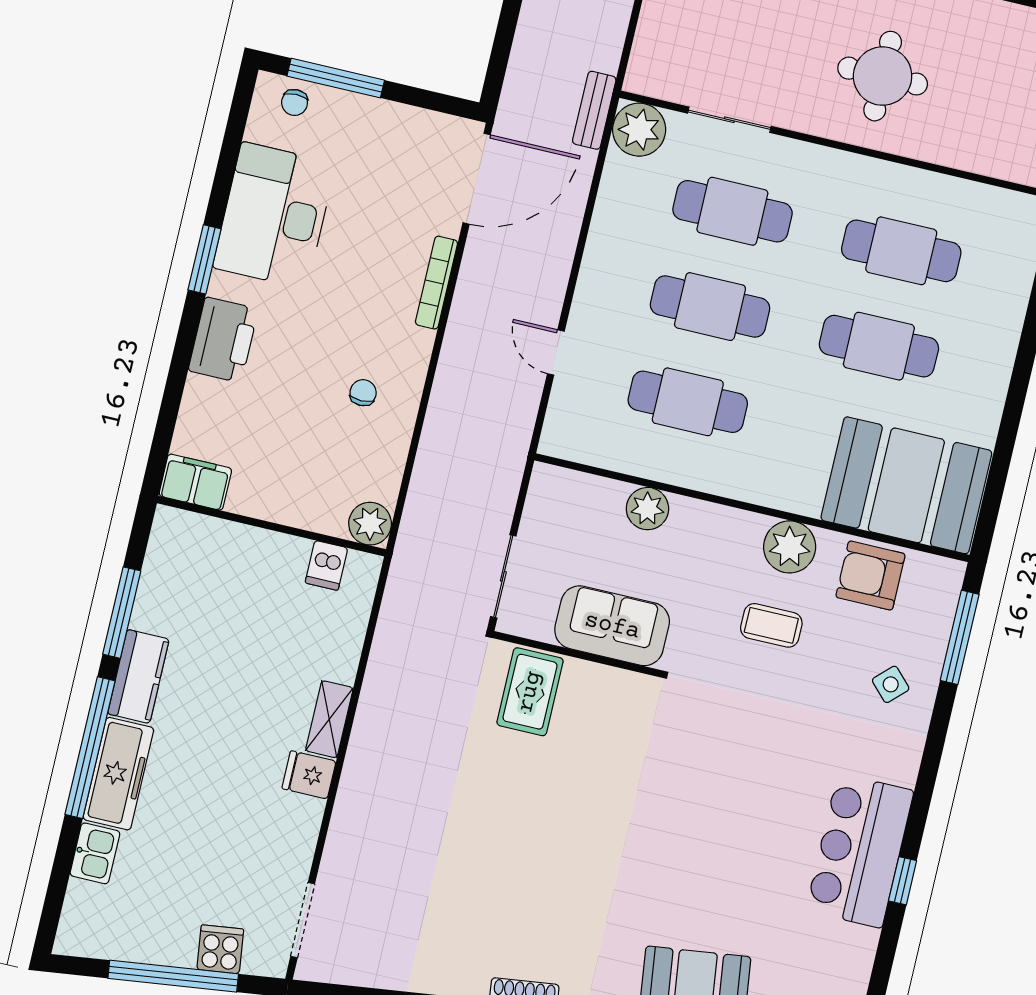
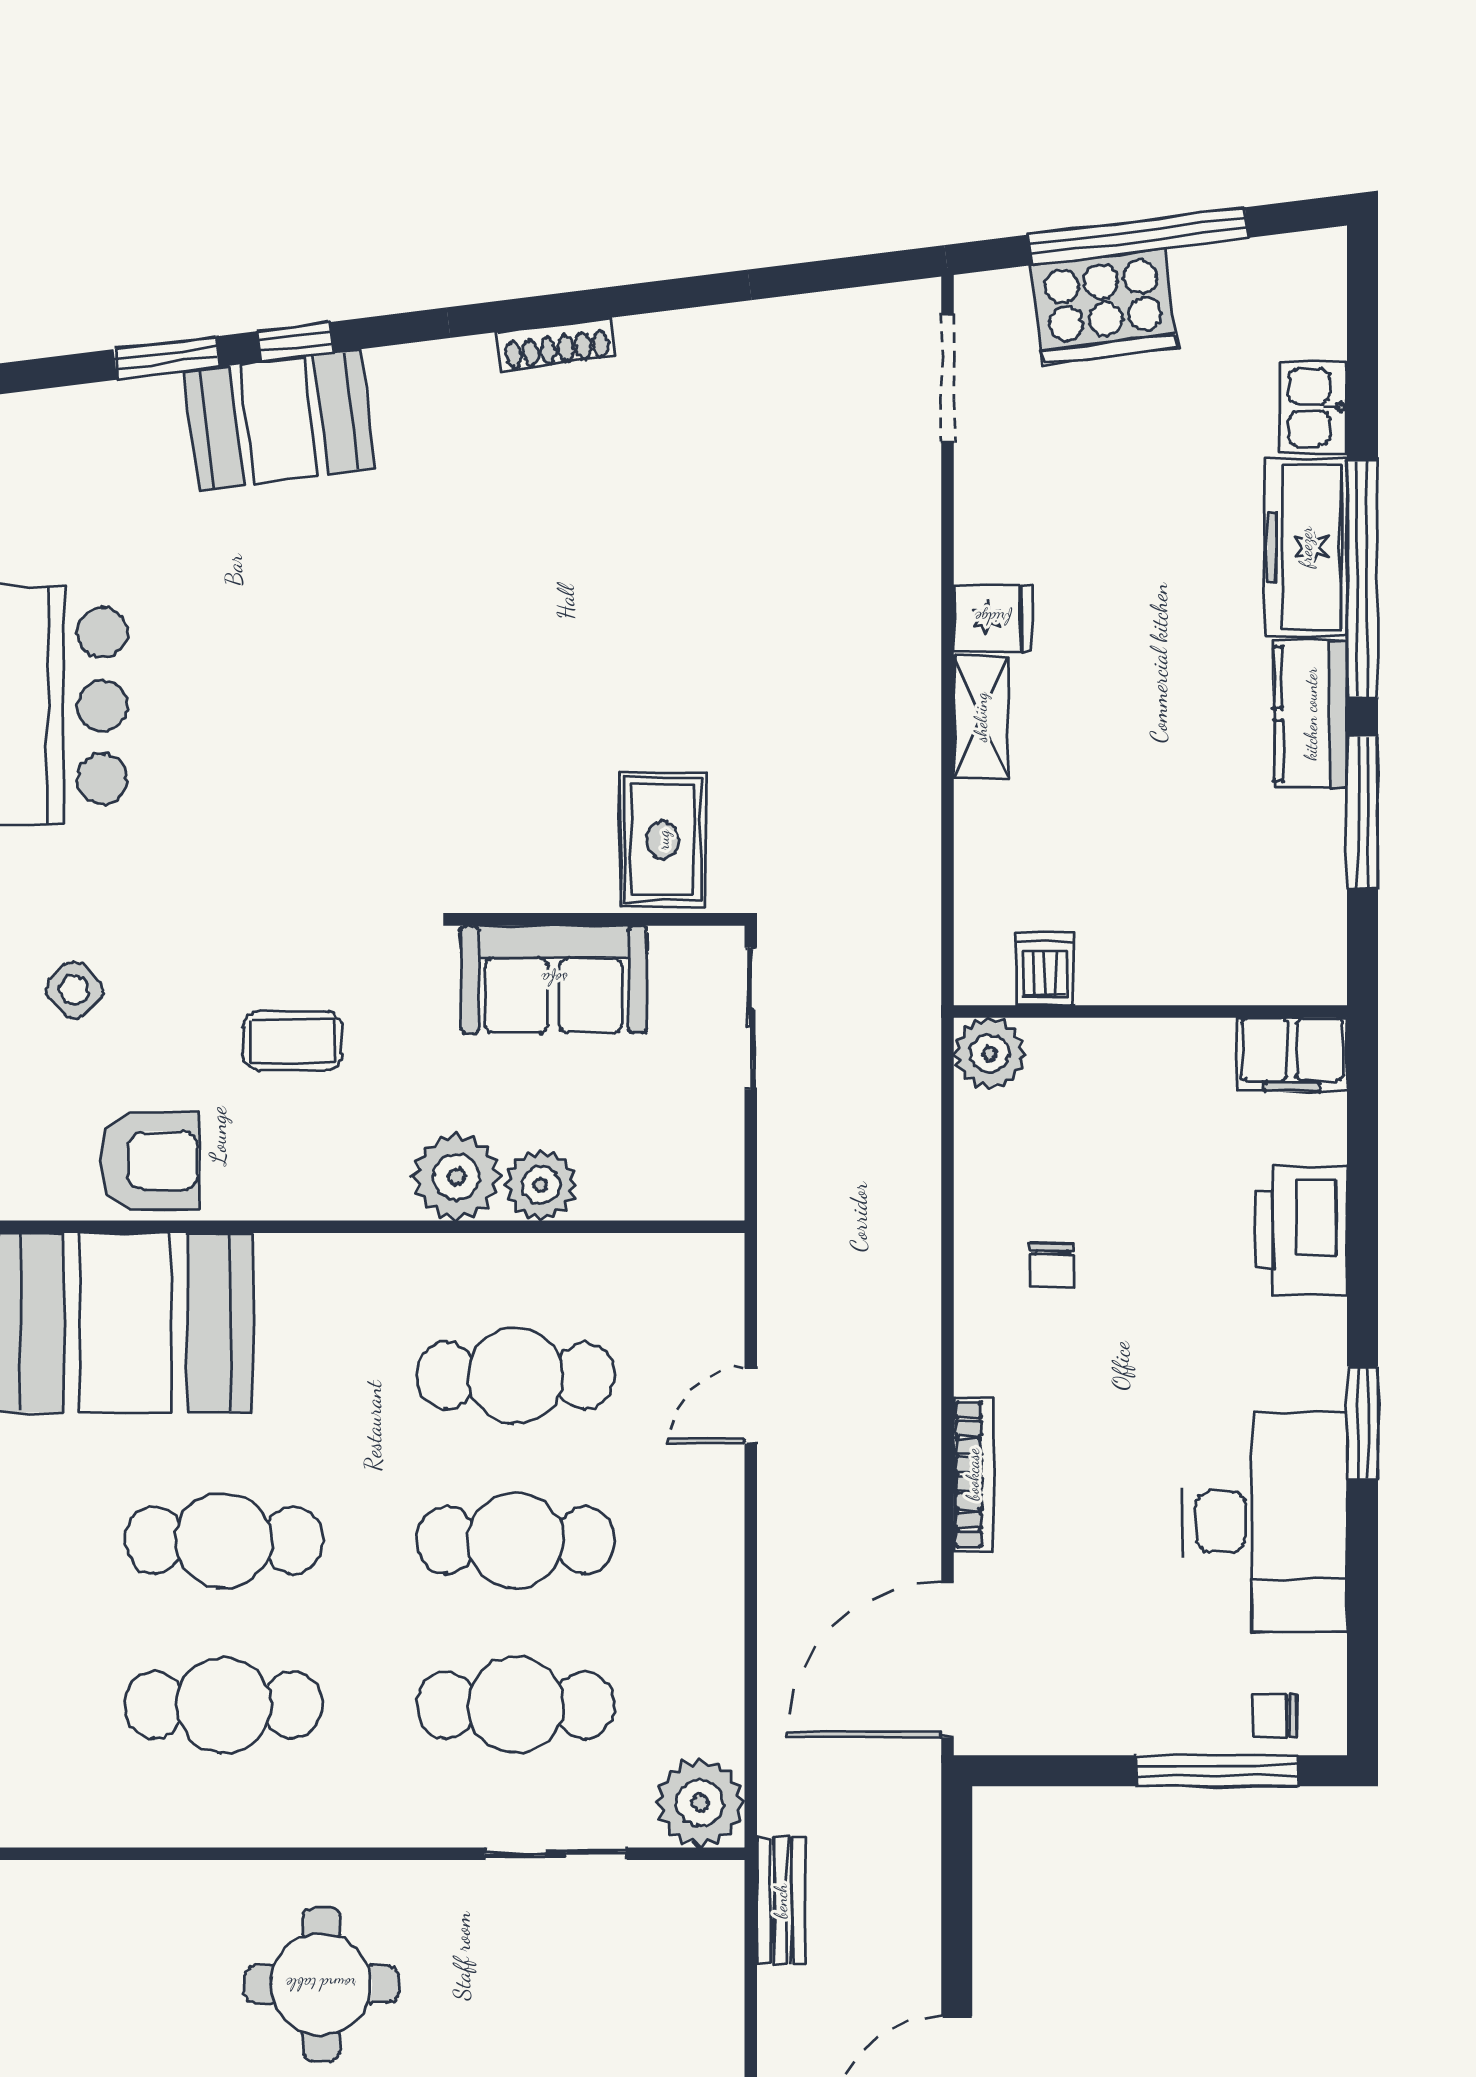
chair: (295, 102) -> (1275, 1715), turned -90
bench: (594, 110) -> (781, 1901), moved
printer: (223, 340) -> (1301, 1230), moved
door: (556, 352) -> (751, 1406), swing flipped
plant: (790, 547) -> (456, 1177), moved
cooker: (220, 949) -> (1104, 306), width x1.87, depth x1.31

